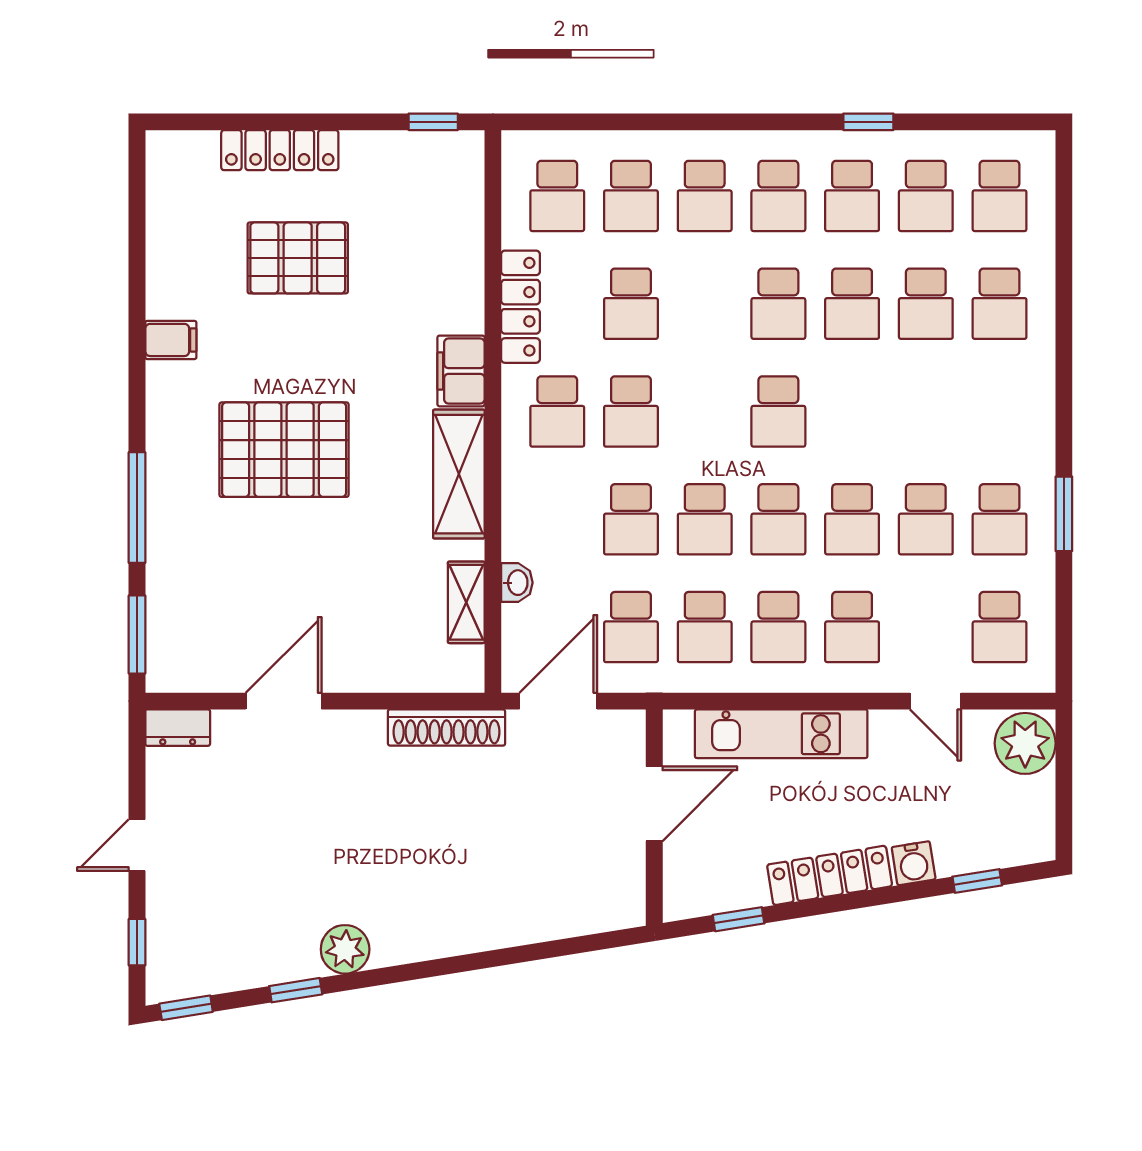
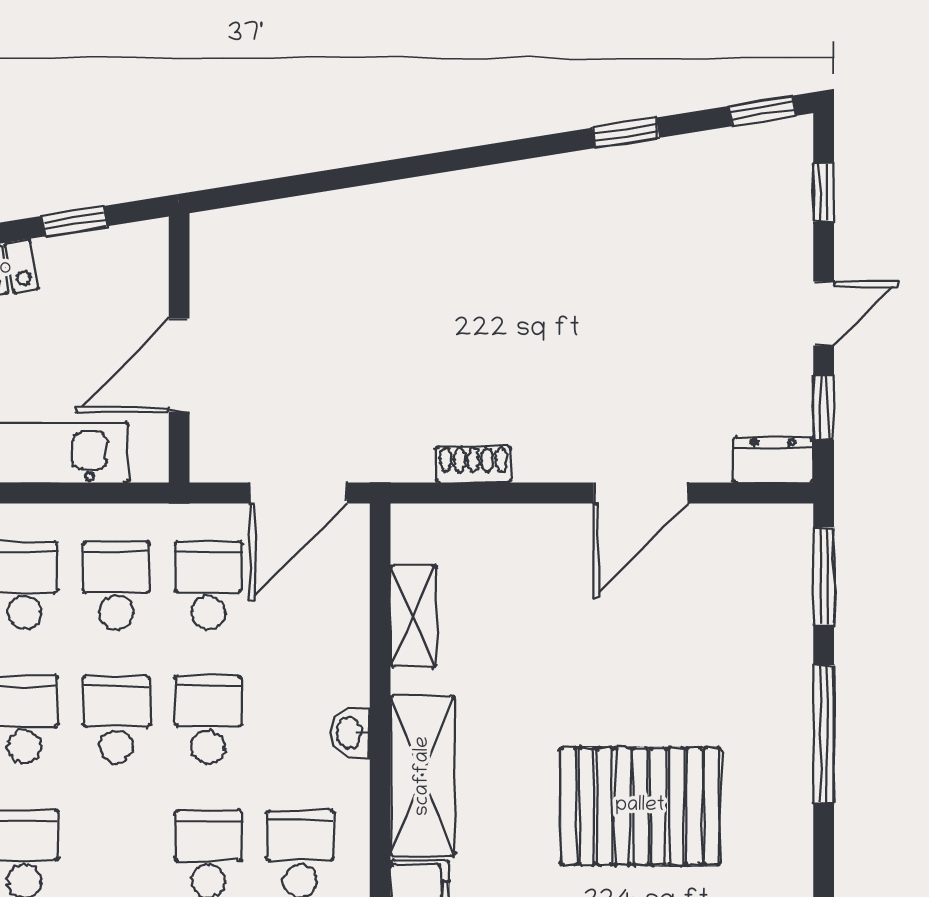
washbasin: (517, 583) -> (350, 733), moved
shoe rack: (447, 727) -> (473, 464), width x0.51, depth x0.81
window: (137, 770) -> (824, 407), added
plant: (345, 949) -> (564, 184), removed

